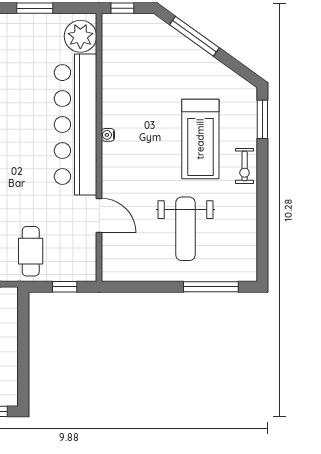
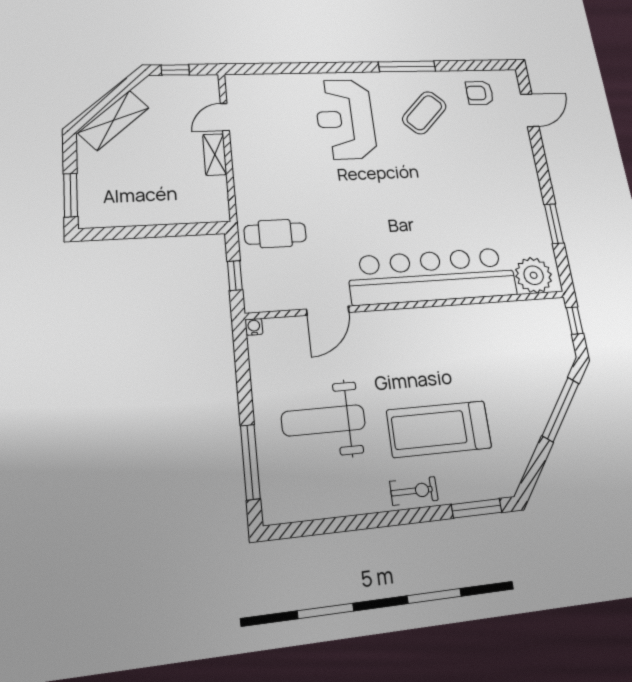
water cooler: (108, 135) -> (254, 327), moved
exercise bike: (245, 166) -> (414, 491), turned 180

